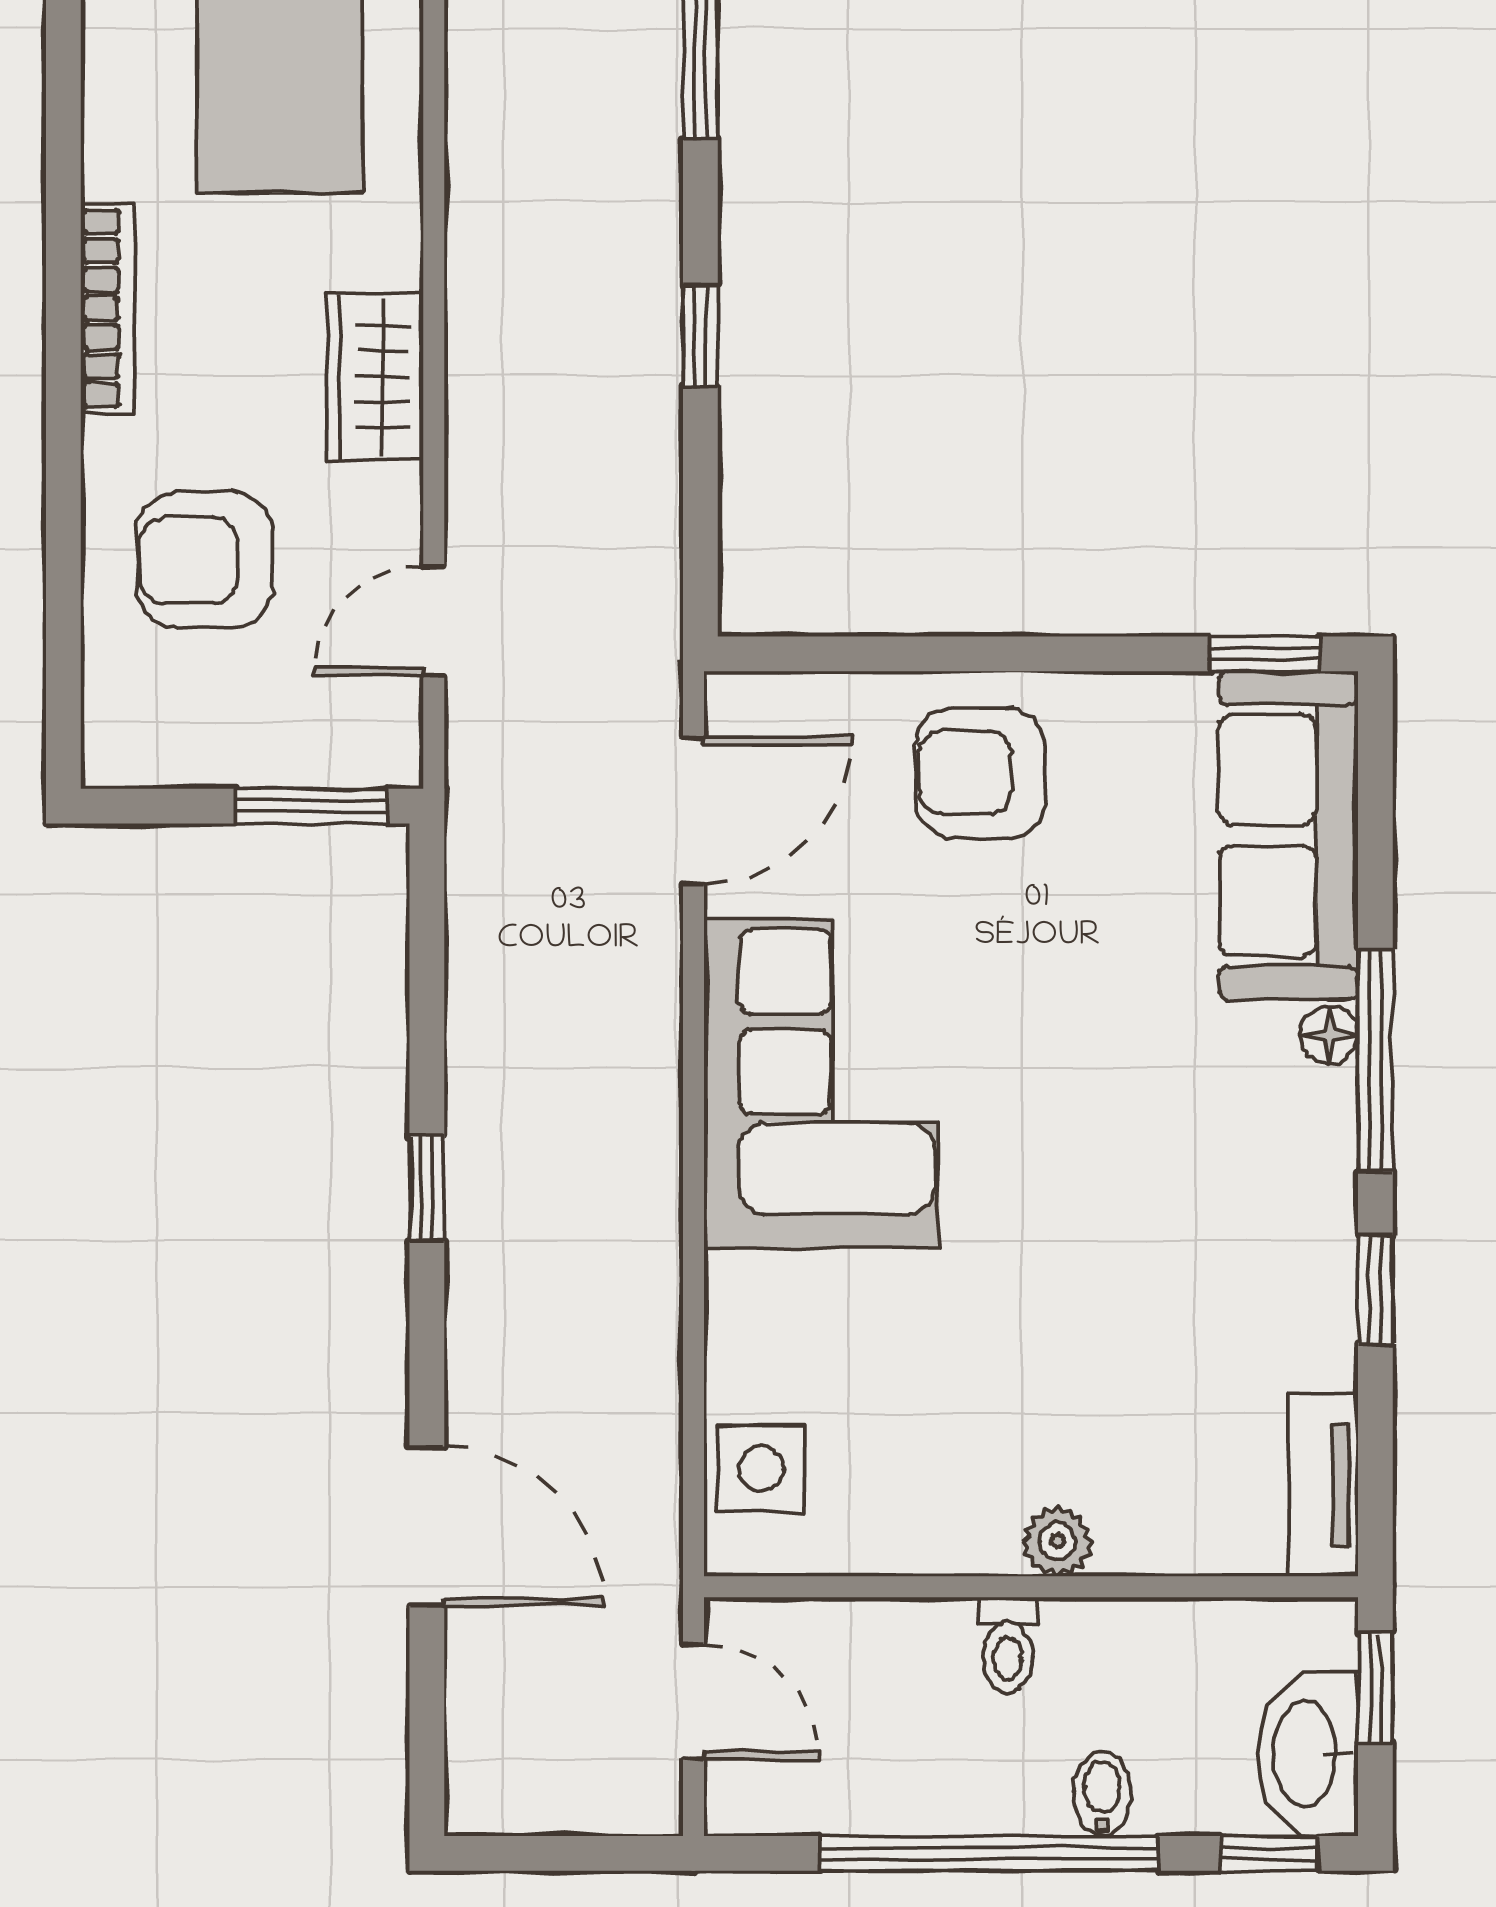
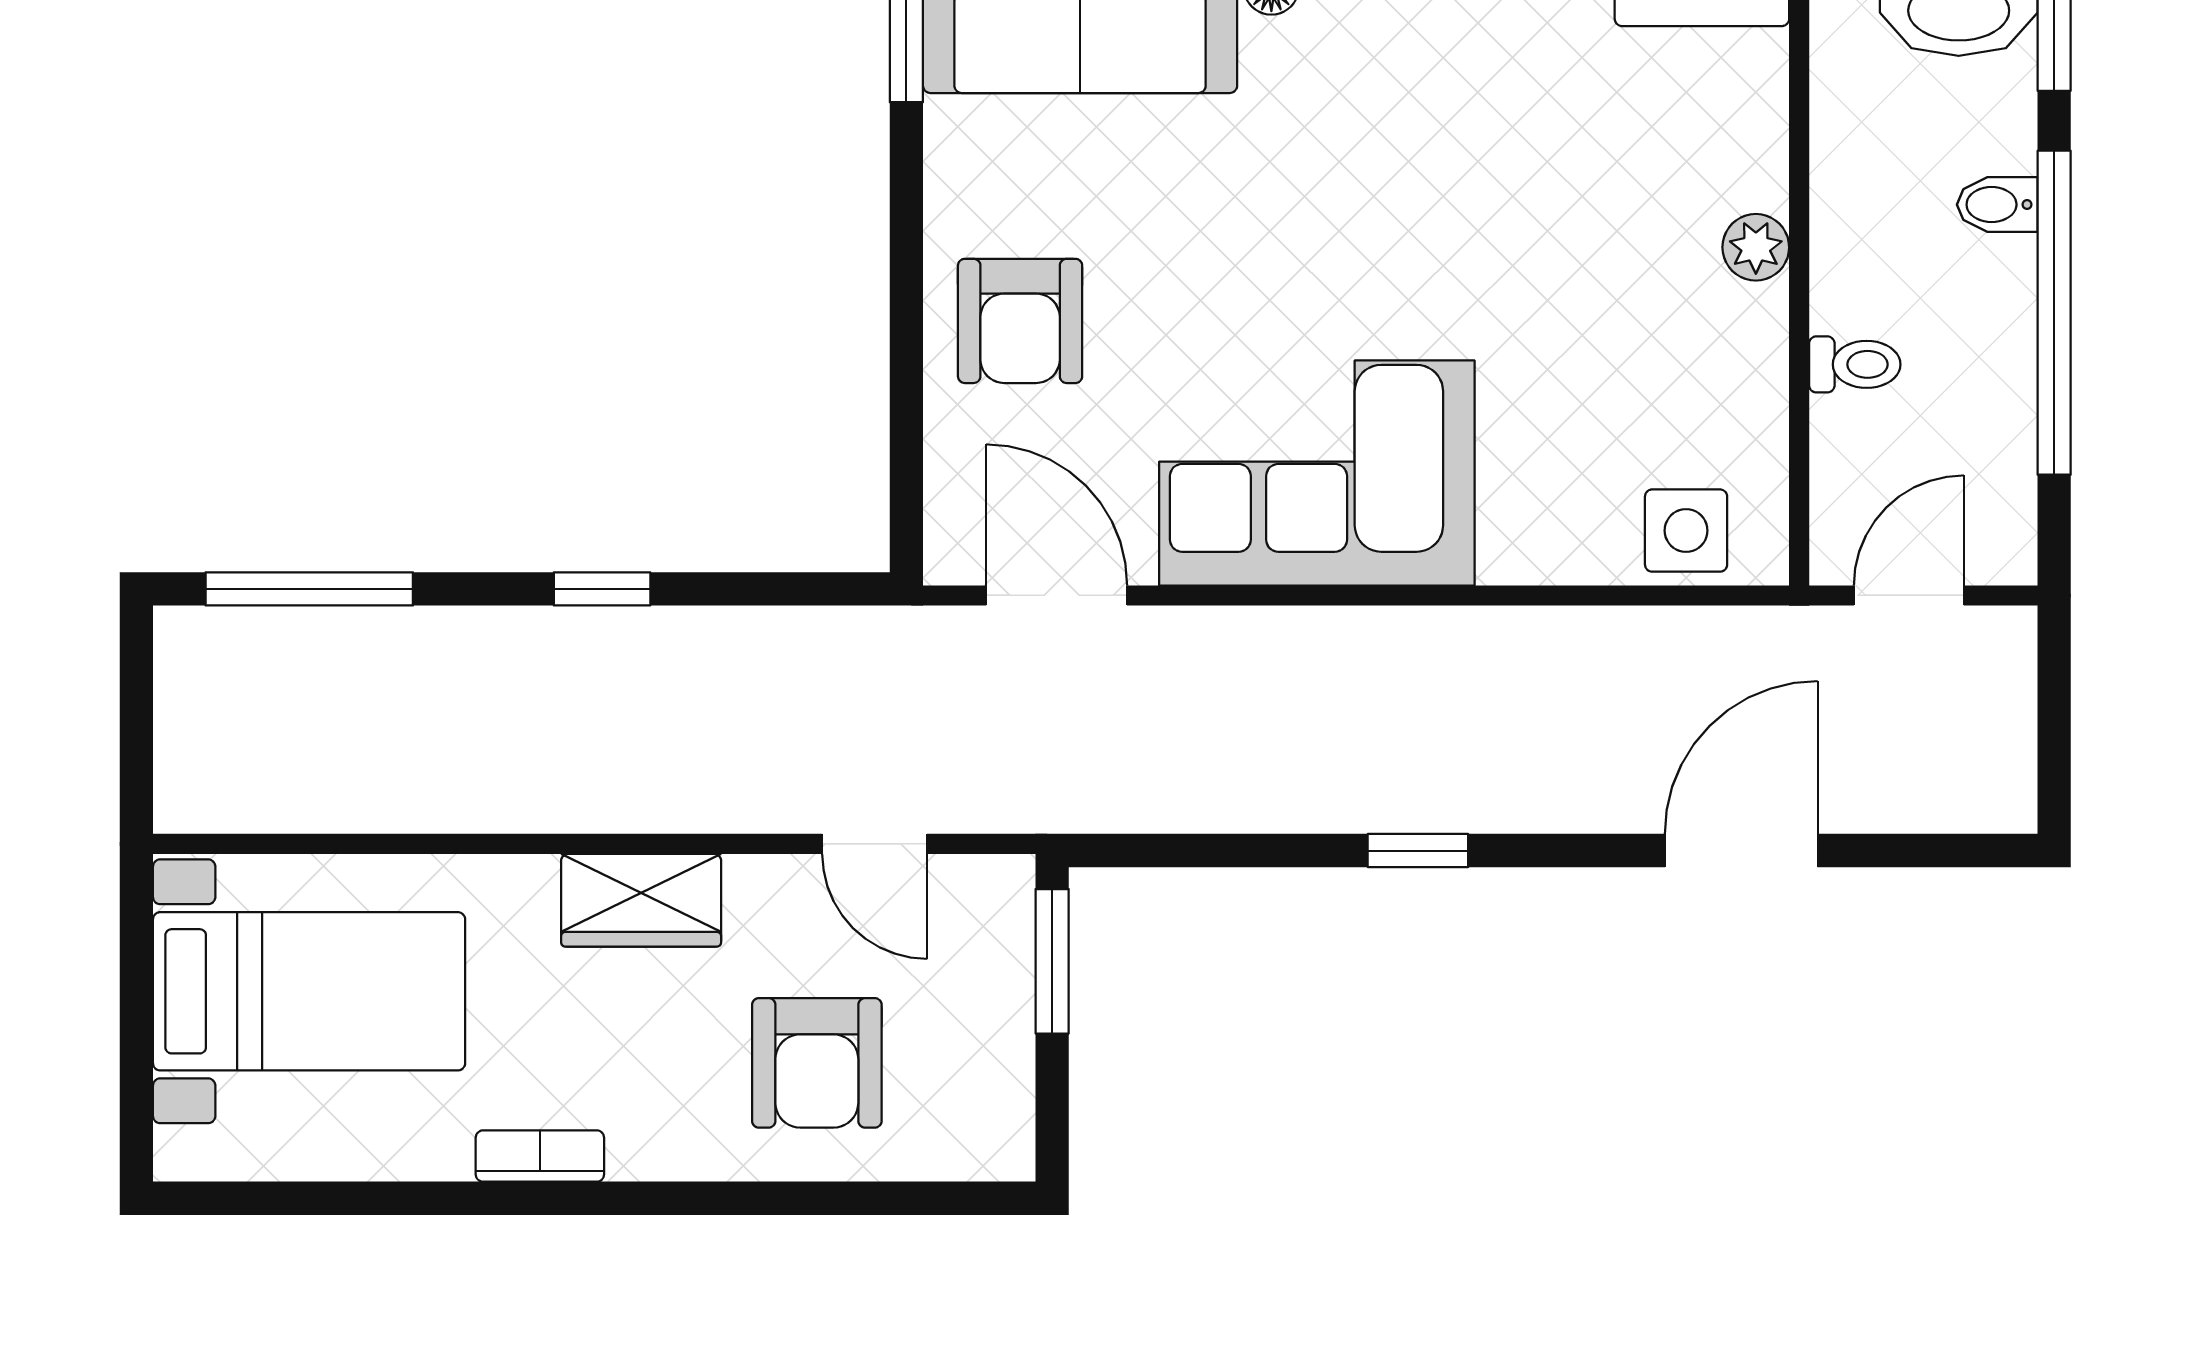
bookcase: (108, 308) -> (540, 1156), width x0.64
toilet: (1008, 1645) -> (1855, 364), moved

